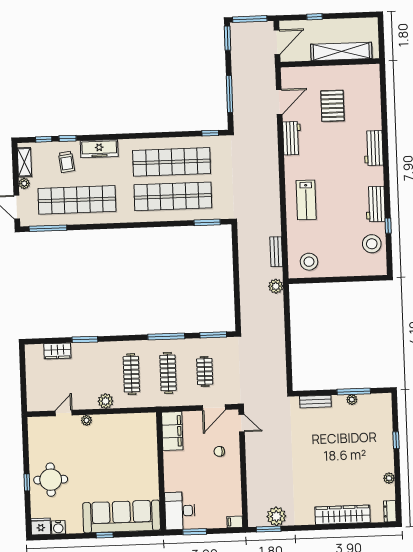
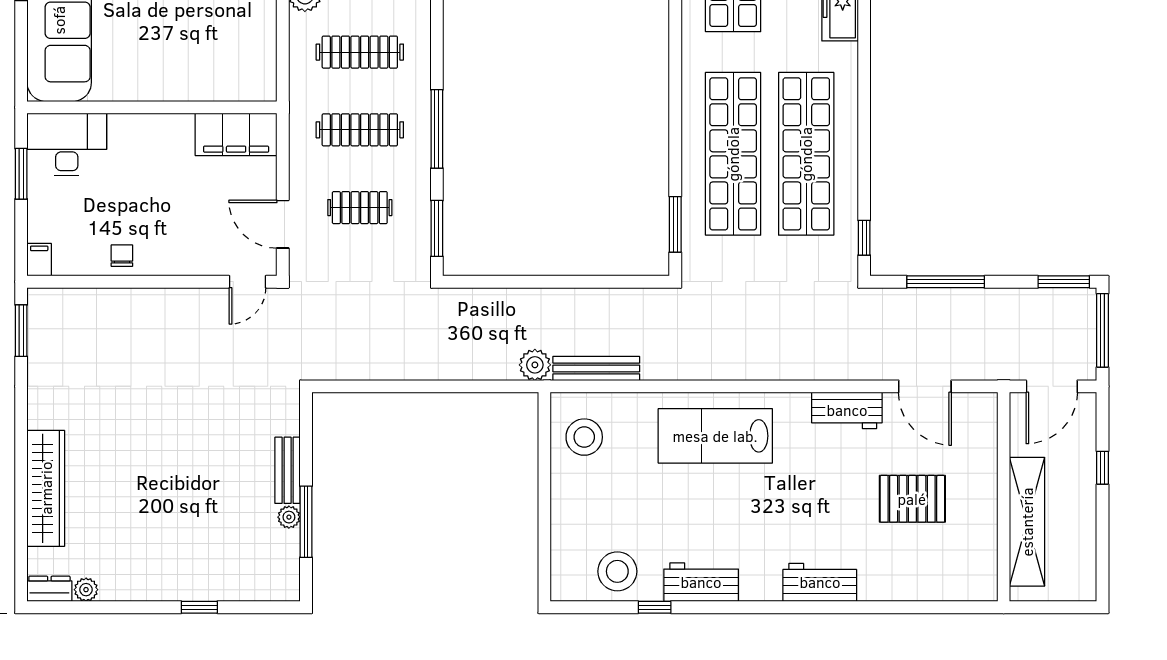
door: (277, 42) -> (1052, 386), hinge flipped
lab bench: (306, 200) -> (715, 436), width x1.36, depth x1.39
bench: (276, 252) -> (596, 368), width x1.36
bench: (315, 402) -> (288, 470), moved
chair: (219, 451) -> (122, 256), moved
plant: (389, 478) -> (86, 590), moved
plant: (276, 516) -> (48, 348), removed

